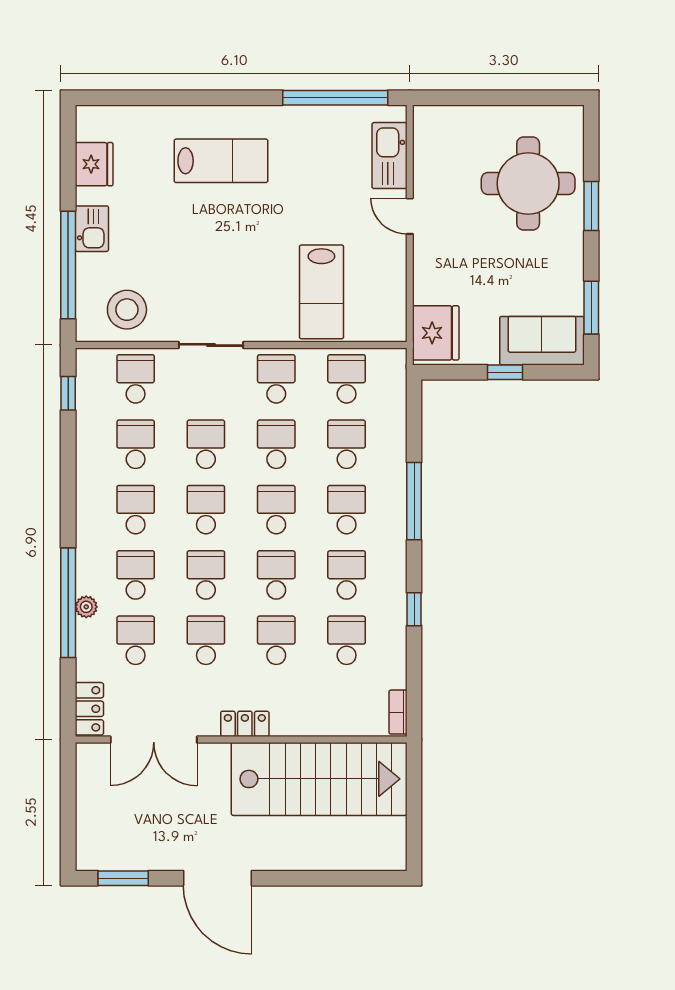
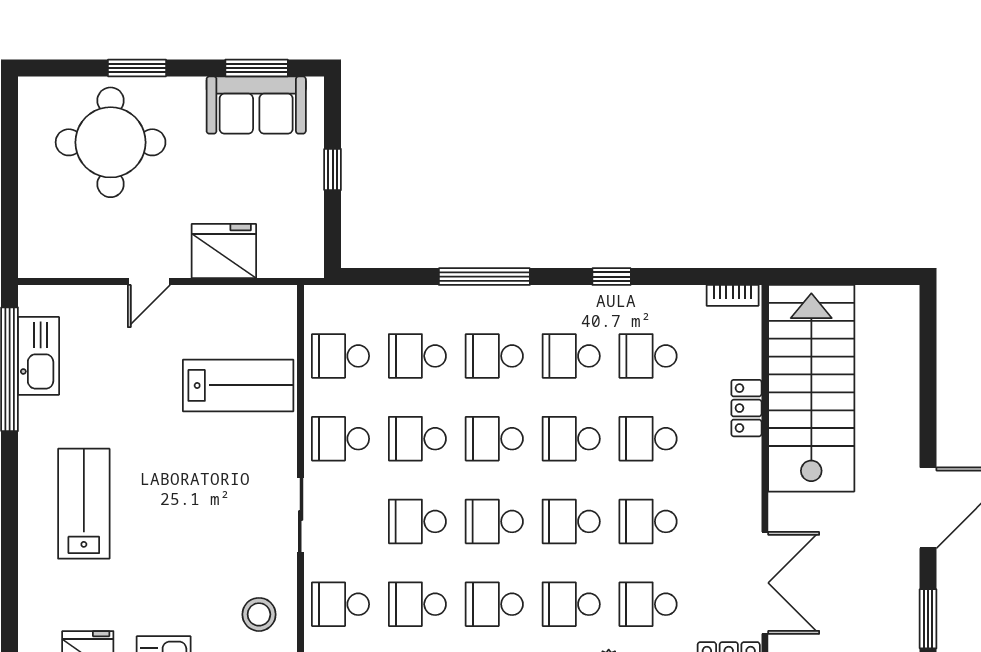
kitchen sink: (389, 156) -> (39, 356), moved, turned -90
stool: (127, 310) -> (259, 614), width x0.73, depth x0.73
fridge: (436, 333) -> (224, 251), moved
sofa: (542, 341) -> (256, 105), moved, turned -90
locker: (245, 724) -> (746, 408), moved

